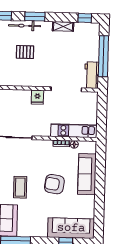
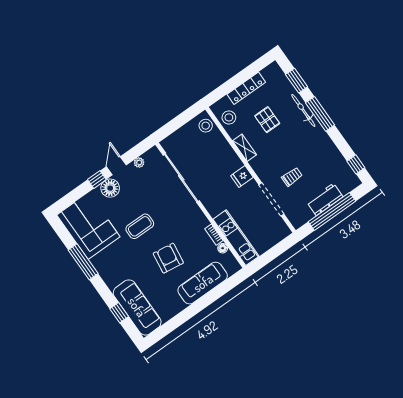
window: (35, 17) -> (320, 114), width x1.44
shelving: (63, 26) -> (245, 148), moved
pallet: (25, 52) -> (267, 120), moved
trolley: (62, 65) -> (292, 177), added
workbench: (92, 75) -> (325, 199), moved

